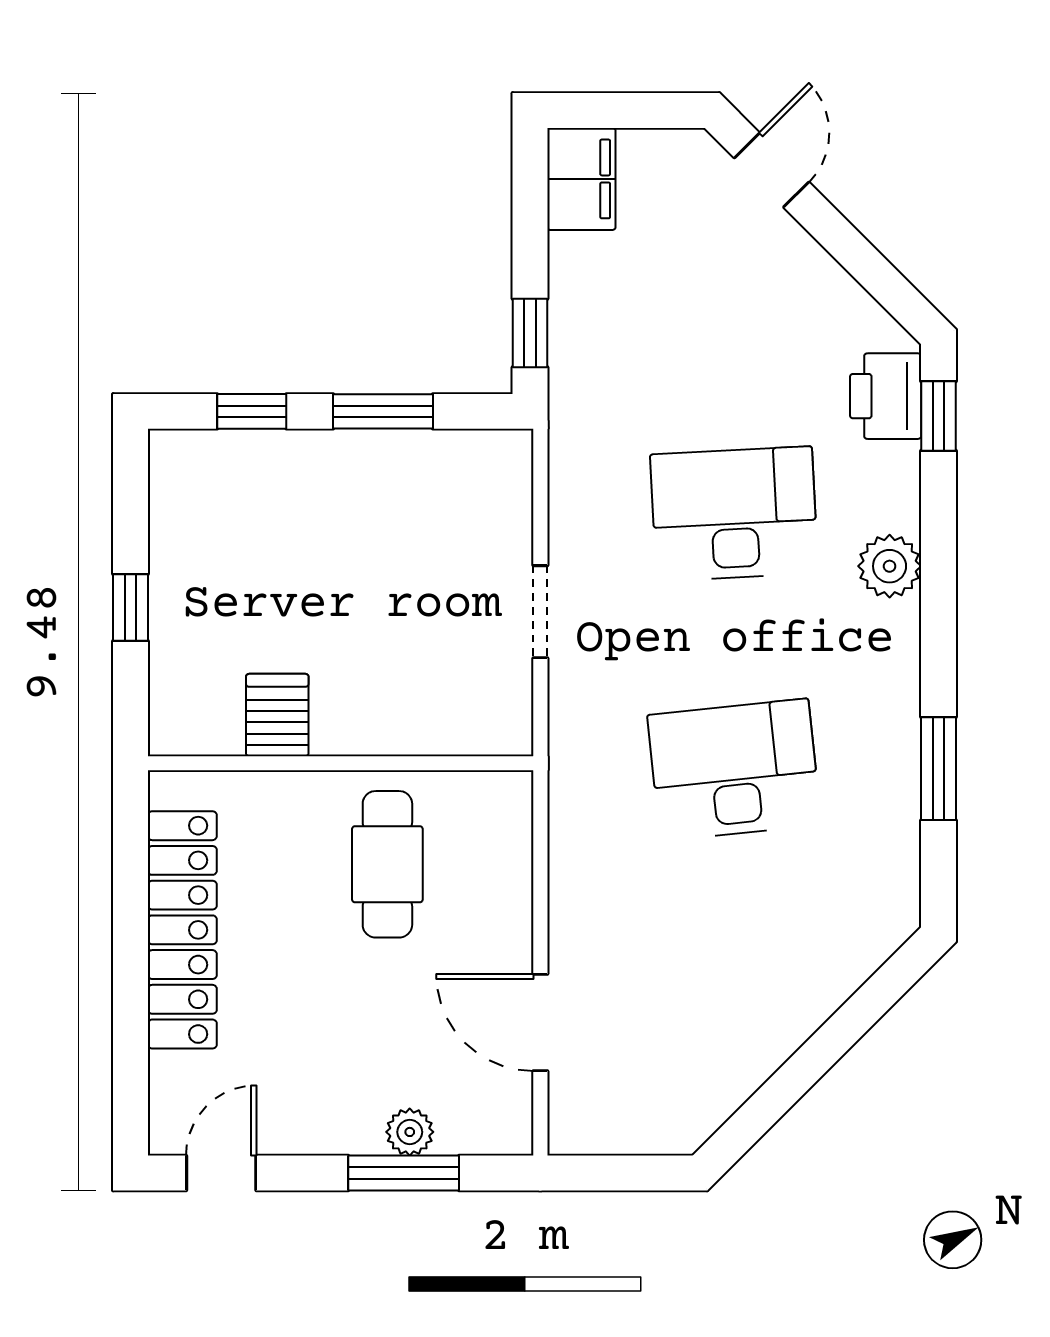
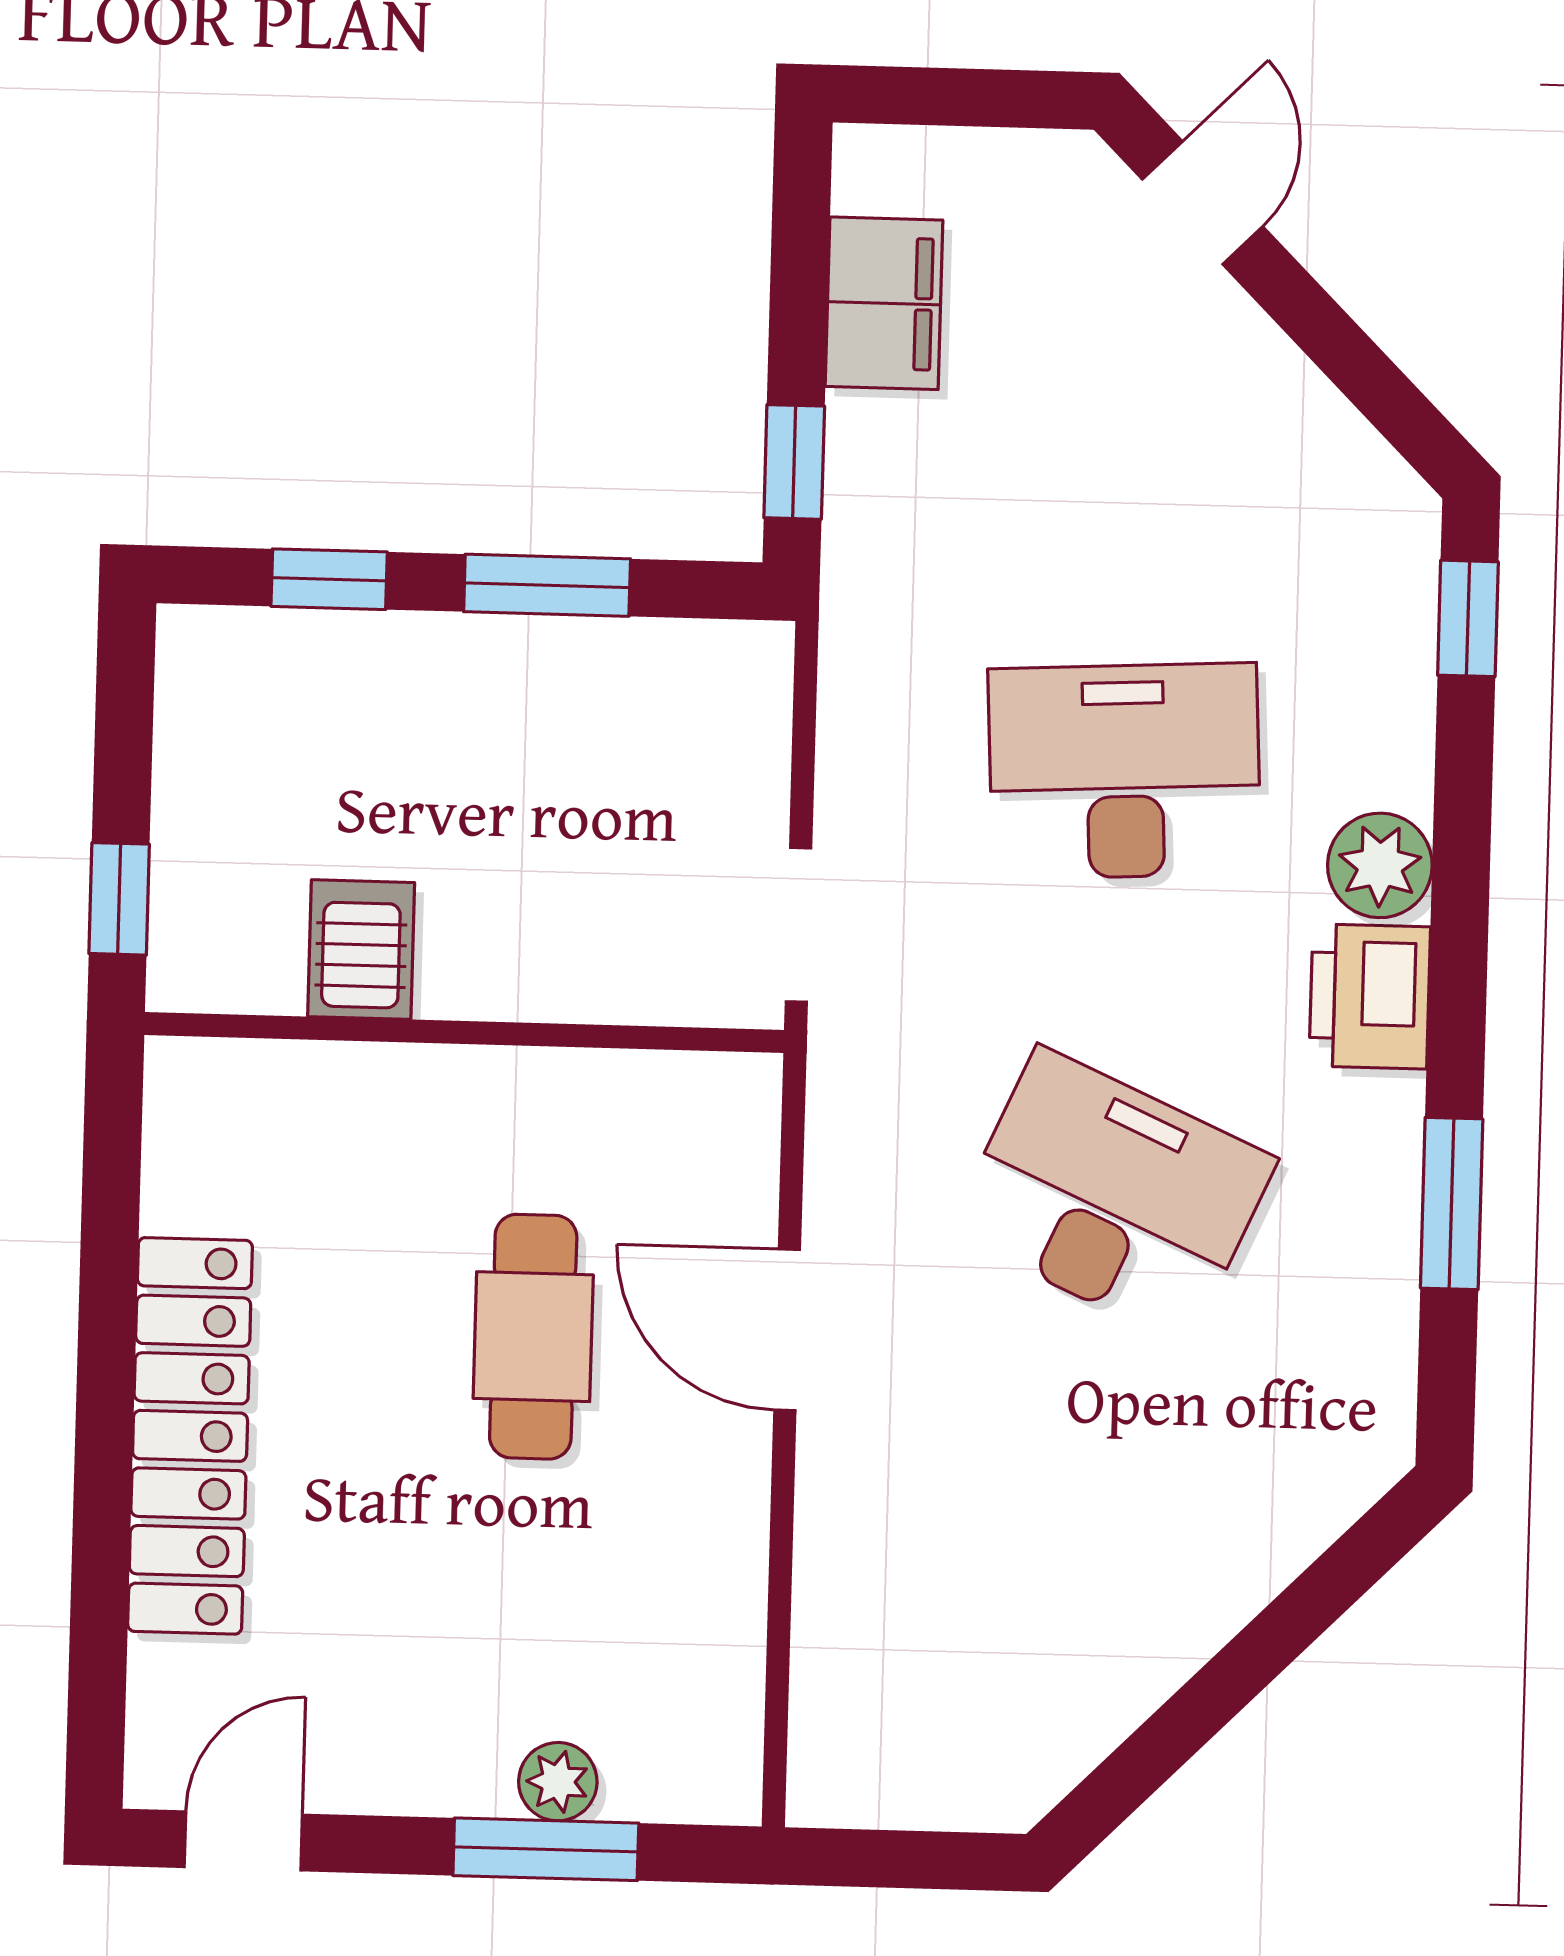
filing cabinet: (581, 179) -> (884, 303), moved
printer: (886, 396) -> (1370, 996), moved
server rack: (277, 715) -> (361, 950), moved
wall: (341, 763) -> (464, 1032), moved
desk: (734, 770) -> (1113, 1196), turned 30
door: (540, 1022) -> (787, 1330), moved

